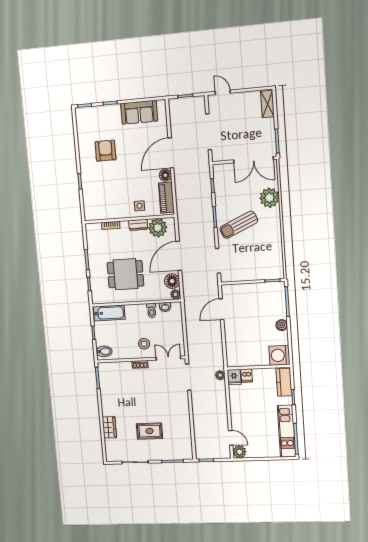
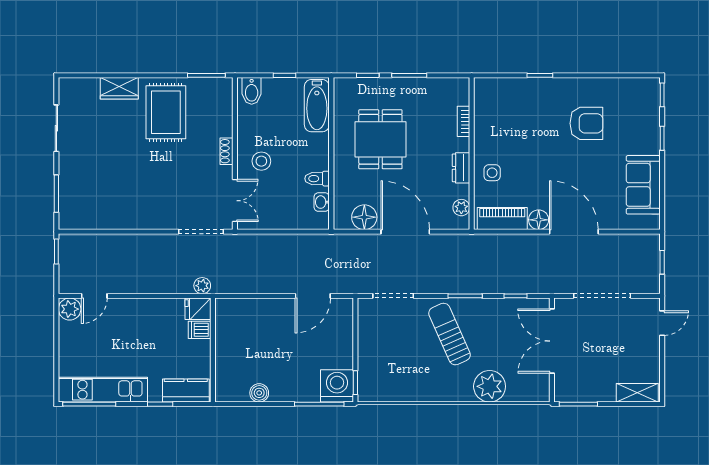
double door: (253, 160) -> (552, 341), moved
plant: (158, 228) -> (461, 208), width x0.53, depth x0.53
plant: (176, 294) -> (342, 221), removed
door: (221, 309) -> (313, 296), swing flipped
boiler: (282, 325) -> (259, 393), moved
washing machine: (279, 355) -> (337, 386), moved
rug: (150, 431) -> (166, 112), moved, width x1.36, depth x1.43

